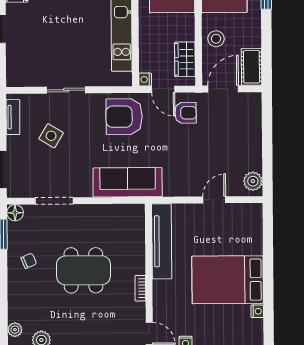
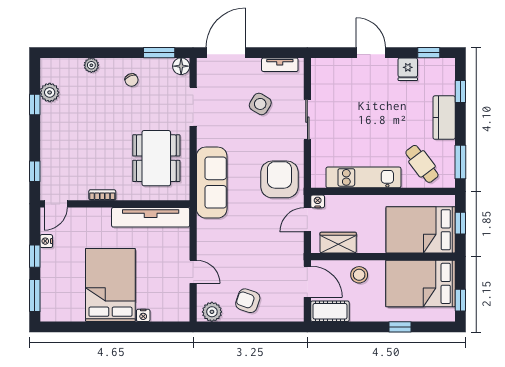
armchair: (186, 113) -> (248, 301), moved, turned 109
dining table: (83, 270) -> (156, 158), moved
nightstand: (257, 311) -> (143, 315), moved
plant: (15, 330) -> (91, 65), moved

